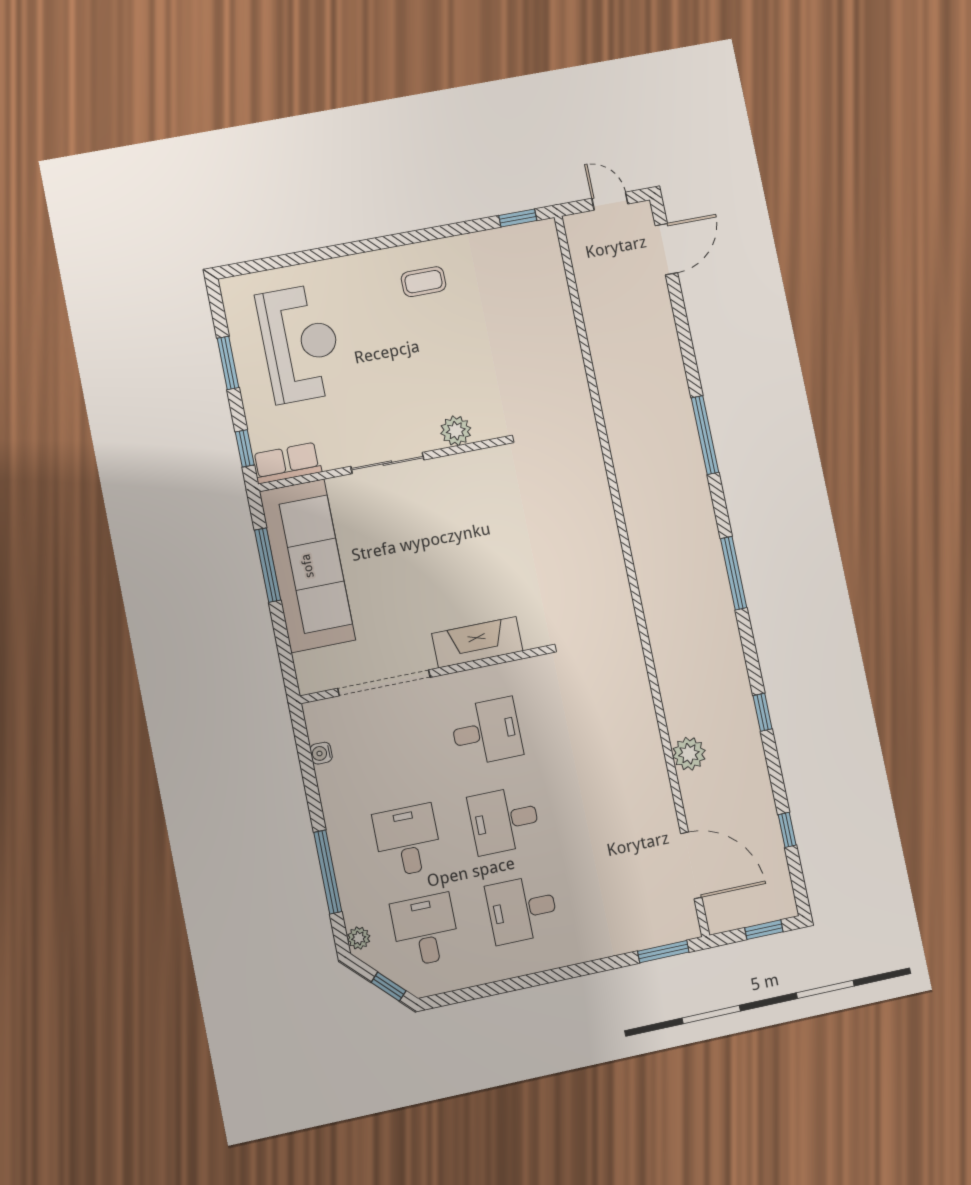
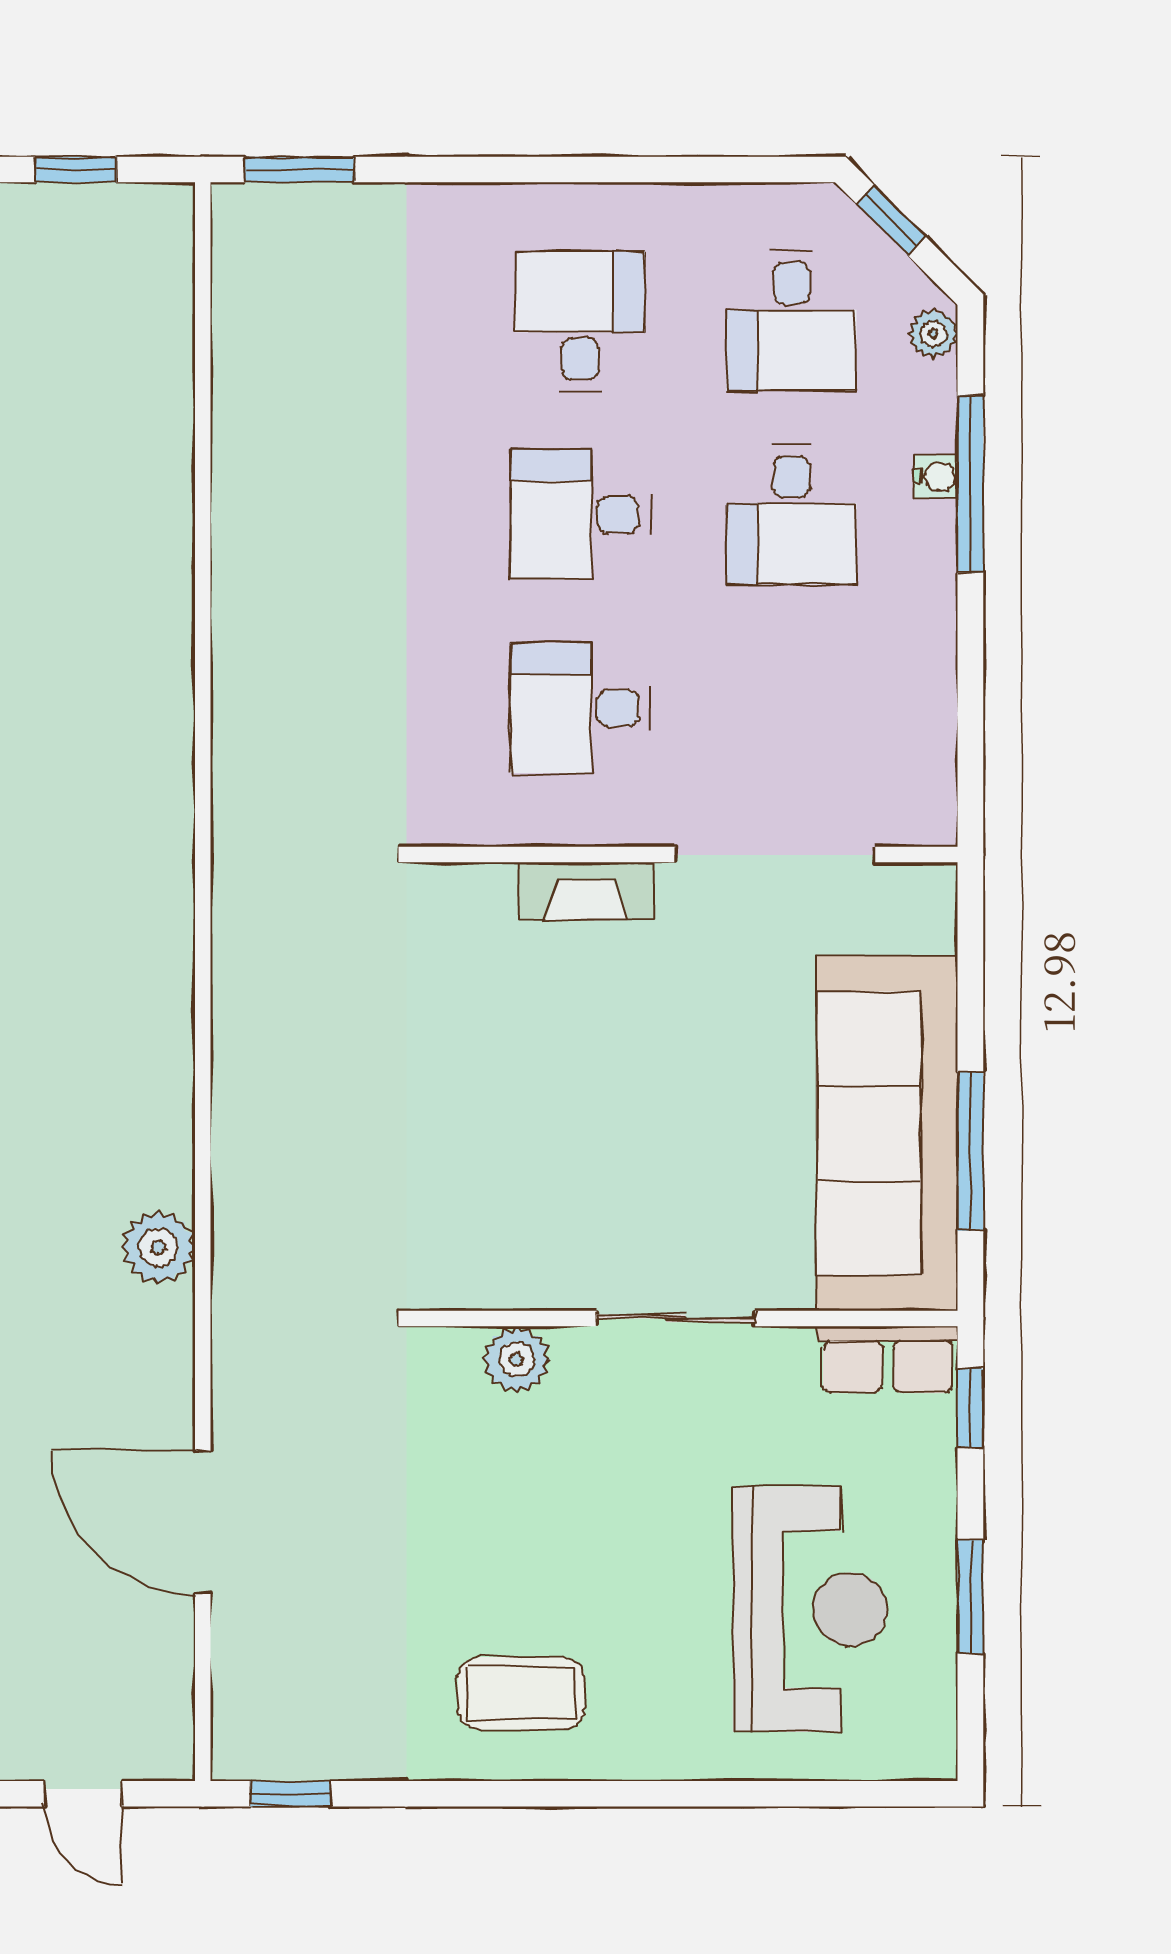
coffee table: (424, 282) -> (521, 1693), width x1.36, depth x1.30
reception desk: (300, 344) -> (810, 1609), turned 180
fireplace: (477, 642) -> (586, 891), width x0.73, depth x0.76
water cooler: (321, 753) -> (936, 477), moved
plant: (689, 754) -> (159, 1247), moved
desk: (504, 820) -> (580, 515), turned 180
door: (691, 865) -> (203, 1523), moved
desk: (522, 909) -> (580, 321), turned -90

